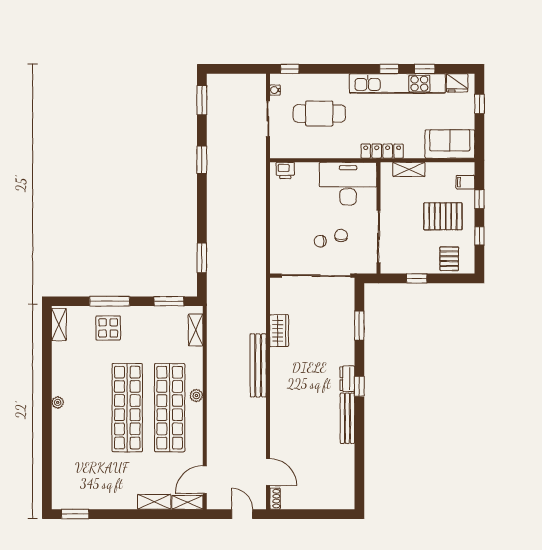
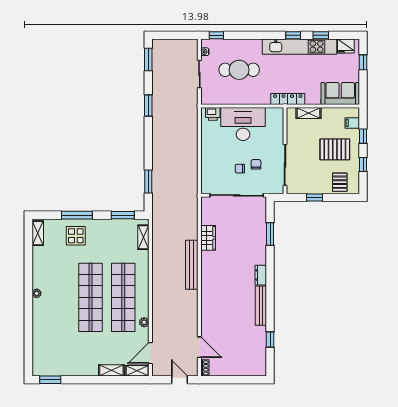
desk: (348, 184) -> (243, 124), moved
window: (359, 386) -> (270, 339), moved
plant: (196, 396) -> (144, 322), moved

